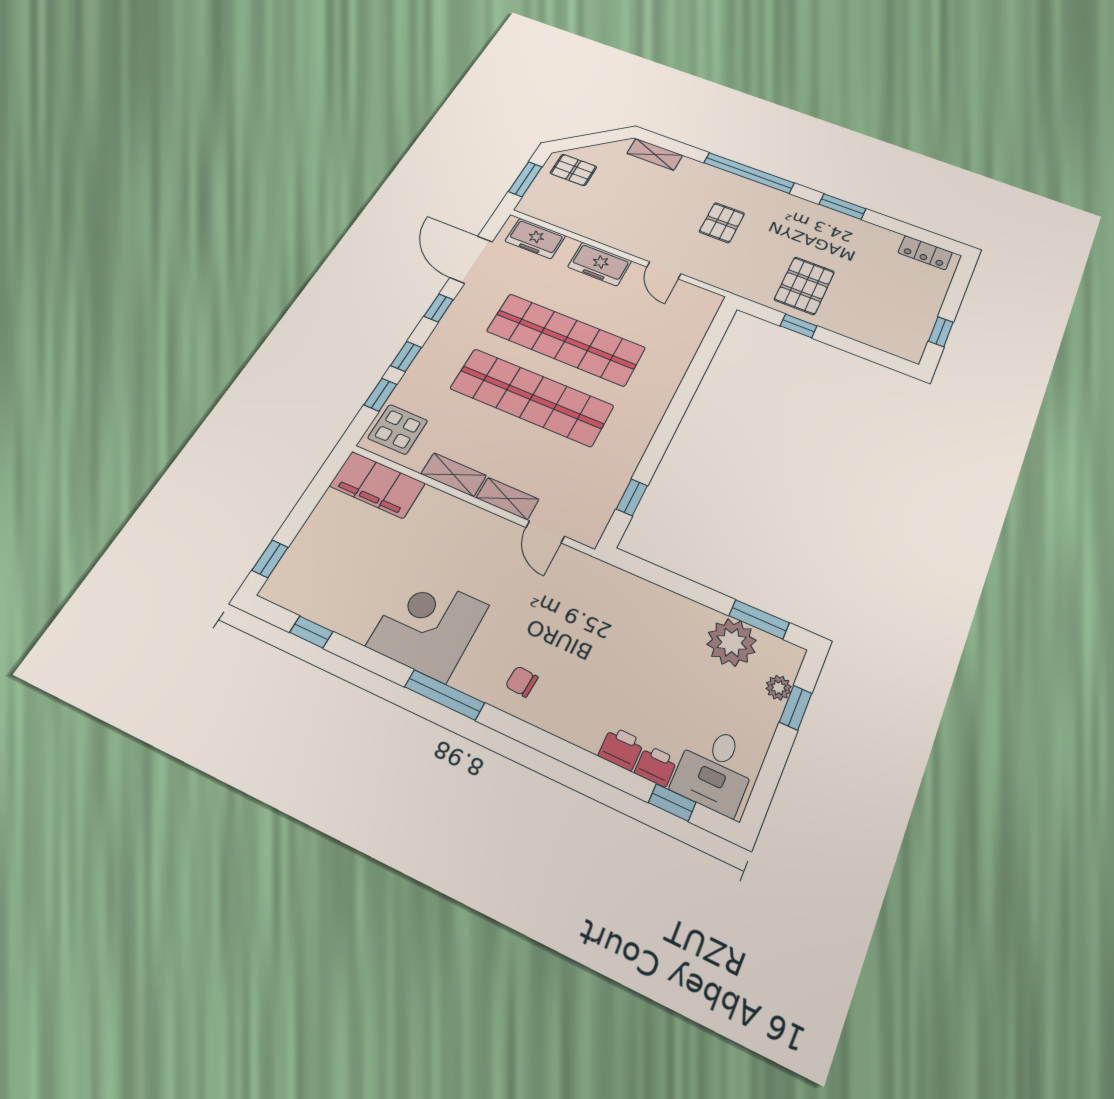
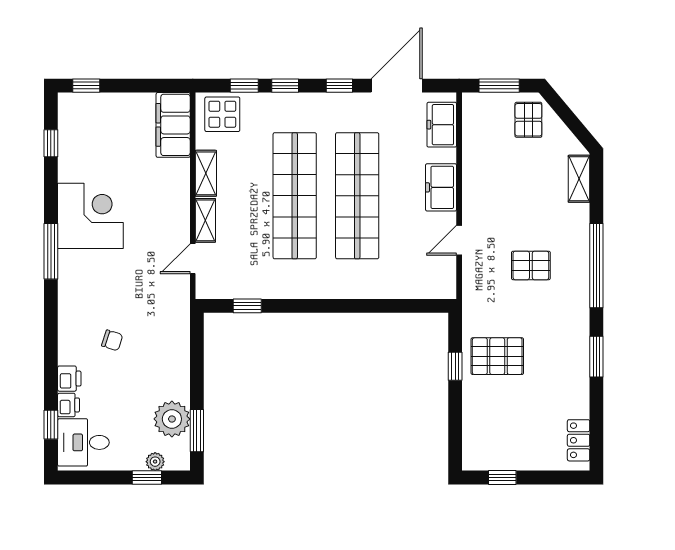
chair: (522, 681) -> (112, 340), moved, turned 104

